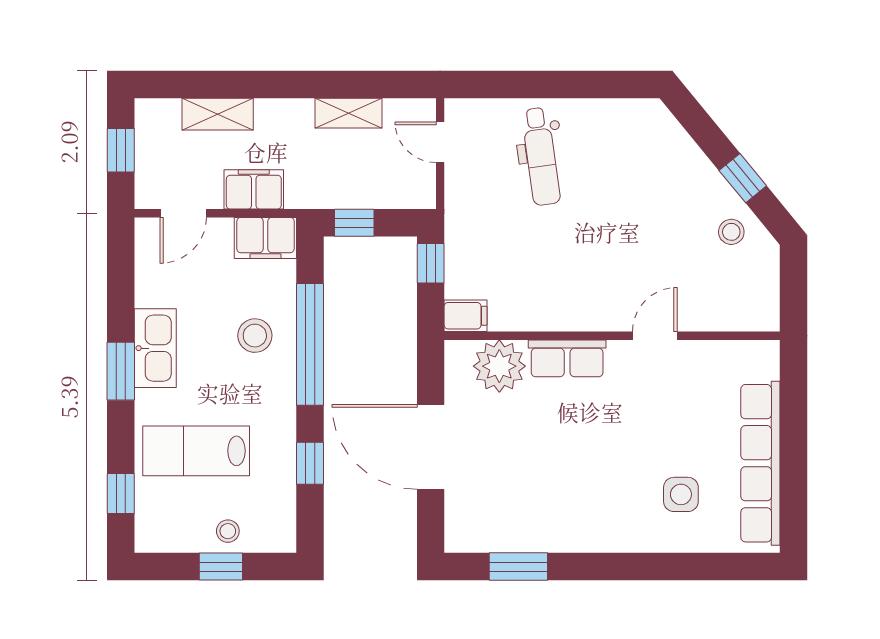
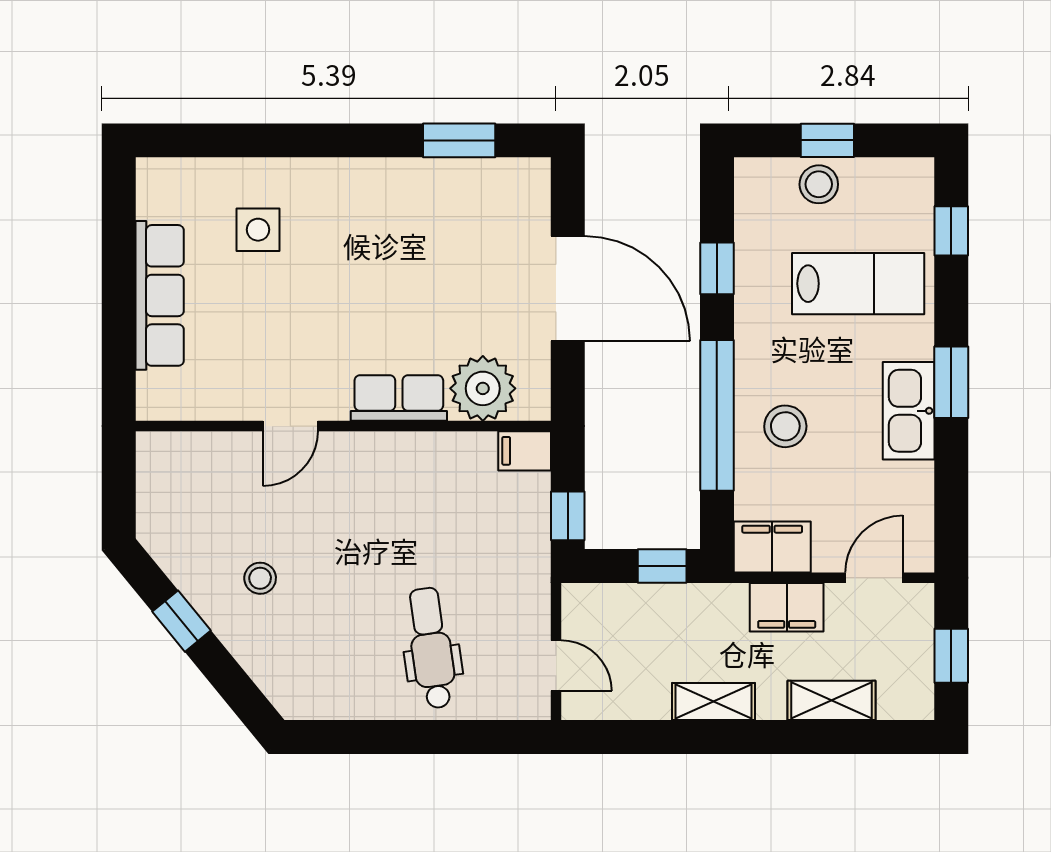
shelving: (348, 113) -> (713, 702), moved
stool: (731, 232) -> (260, 578), moved
row of seats: (760, 463) -> (160, 295), width x0.73
stool: (228, 531) -> (819, 184), width x1.37, depth x1.37

